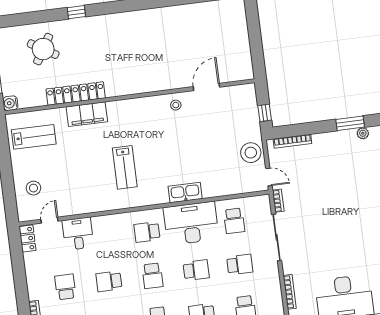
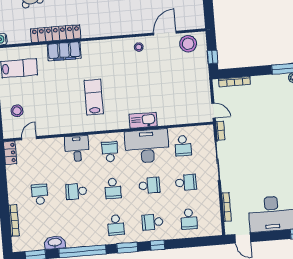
stool: (251, 153) -> (188, 44), moved
lab bench: (125, 167) -> (94, 97), turned 180
school desk: (147, 232) -> (110, 152), turned 90
desk: (78, 234) -> (77, 148), moved

